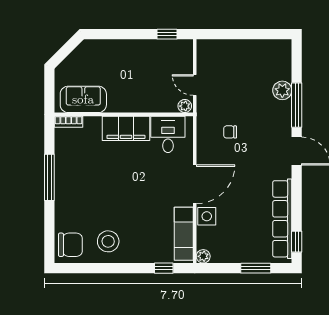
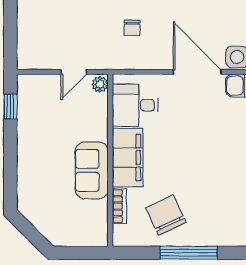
sofa: (83, 99) -> (92, 170), moved
bookcase: (69, 122) -> (119, 206), moved
chair: (80, 159) -> (166, 215), added

